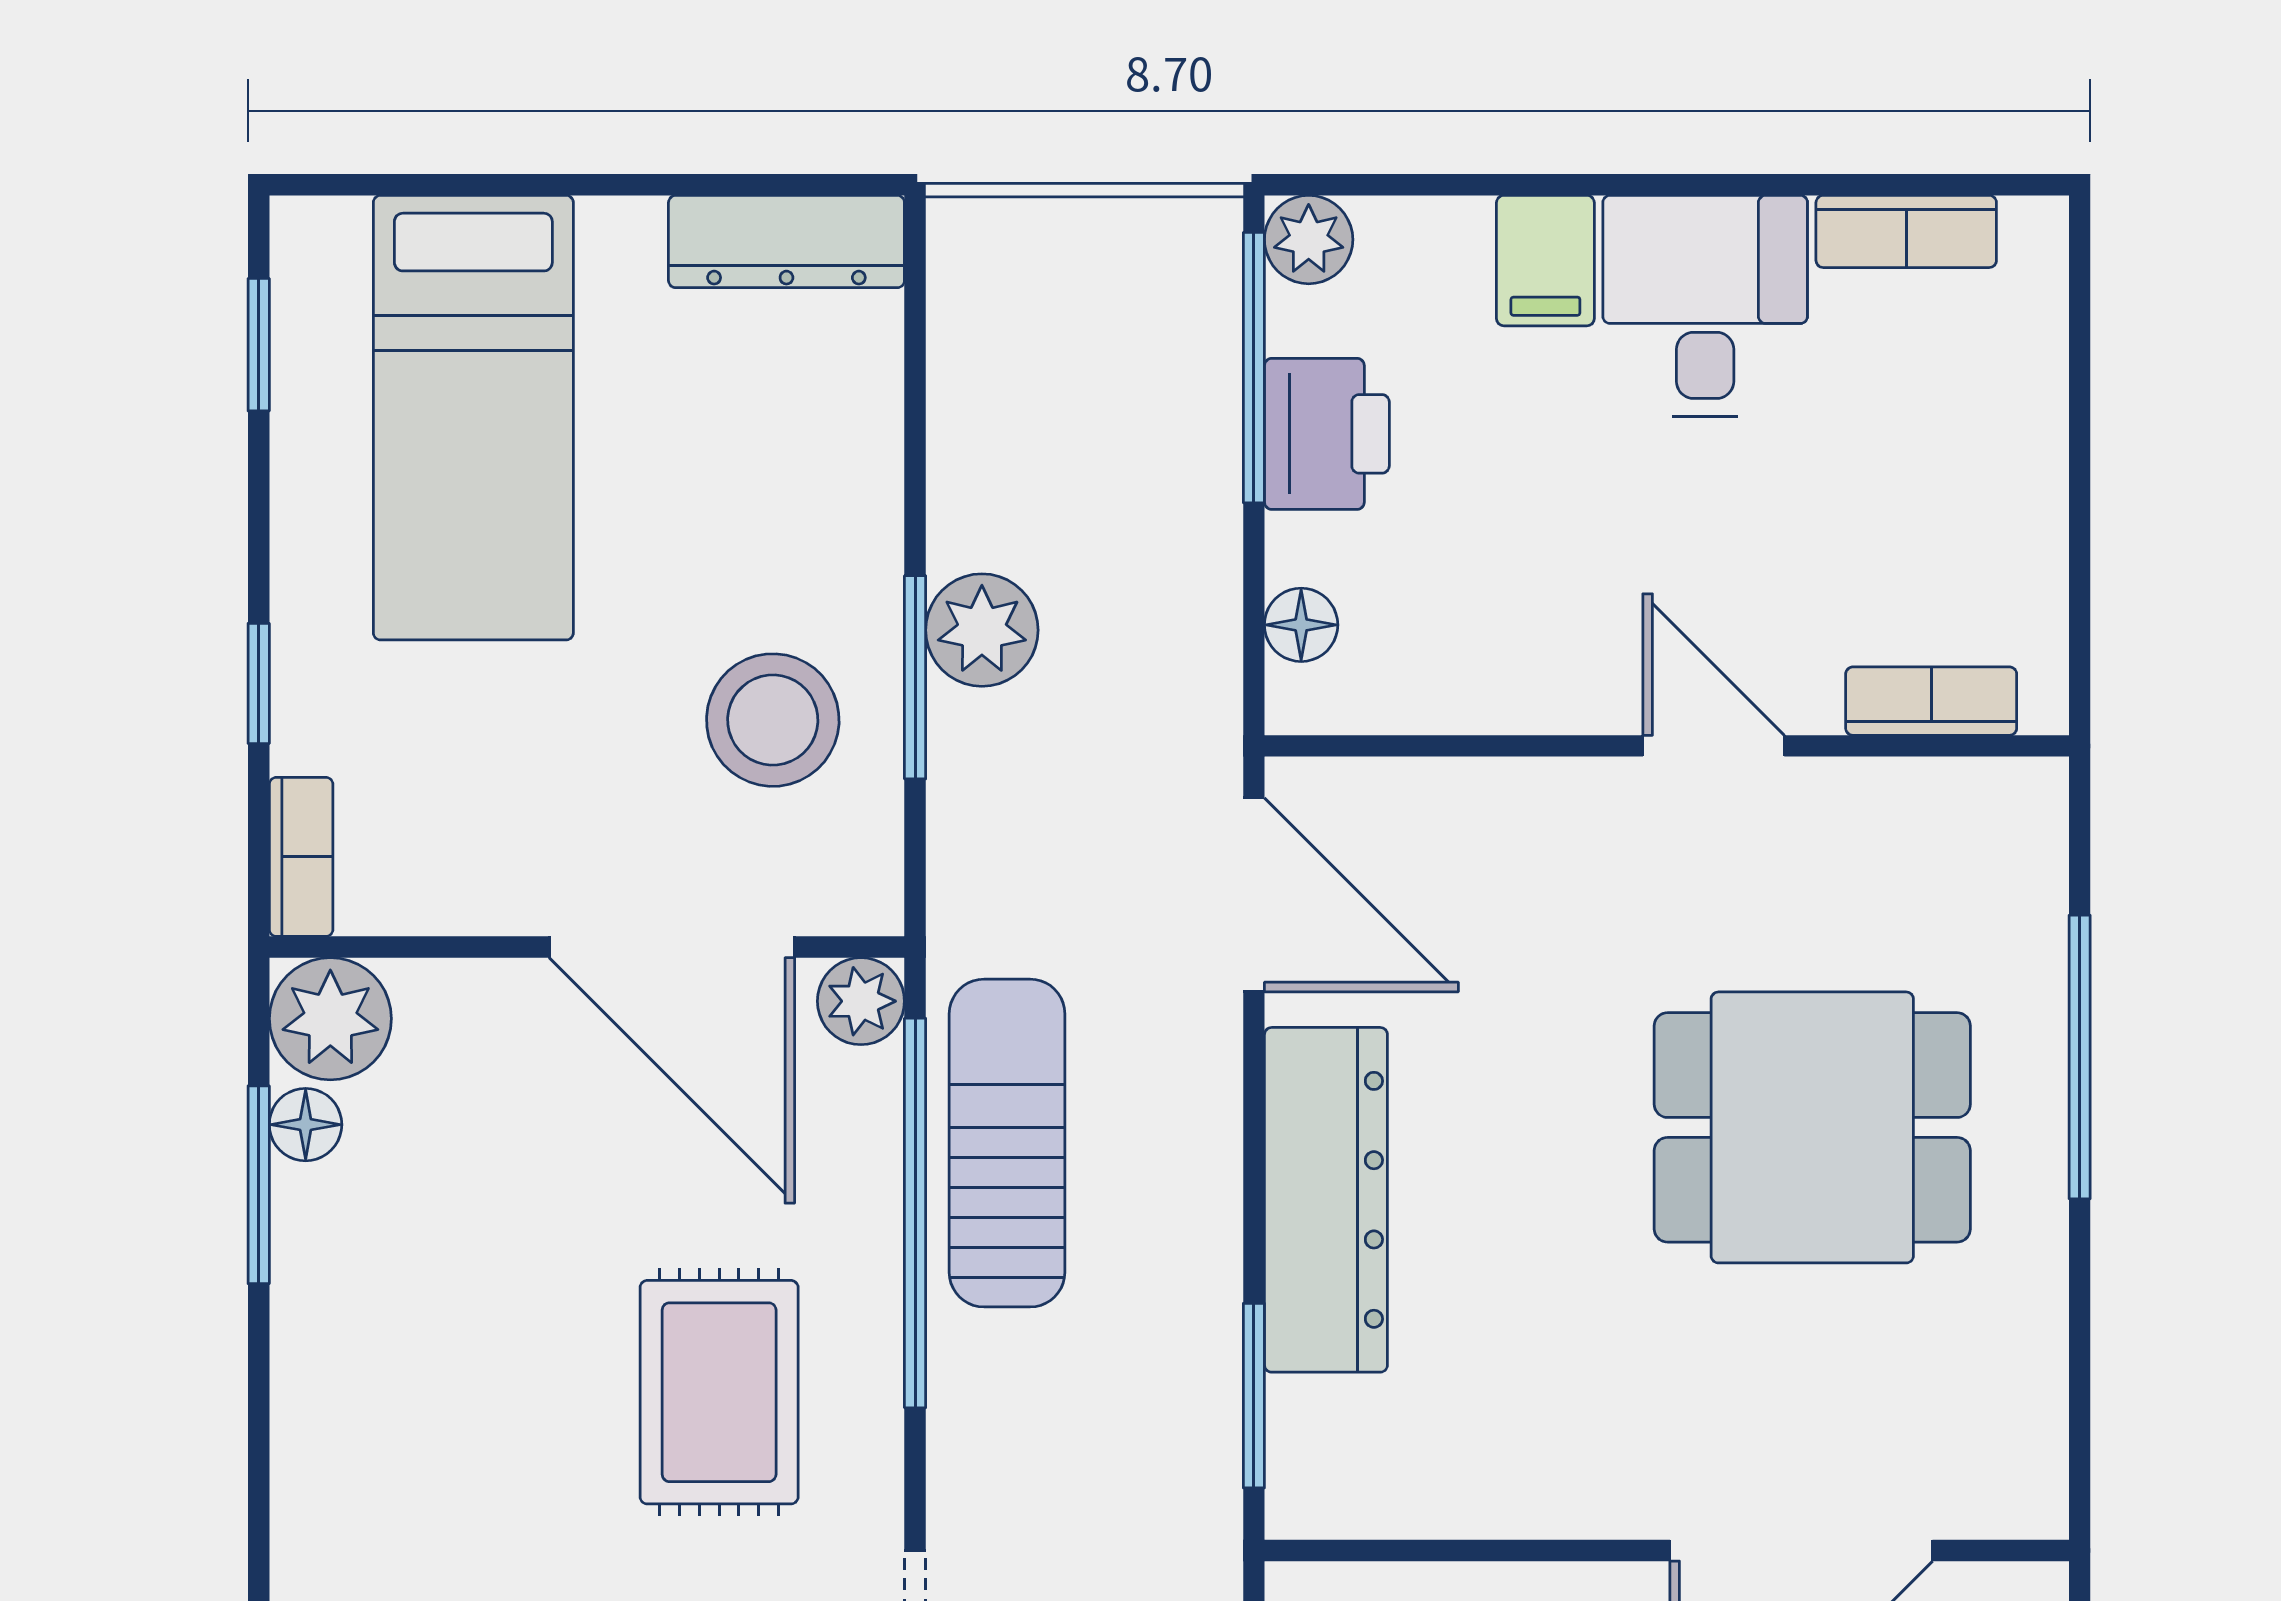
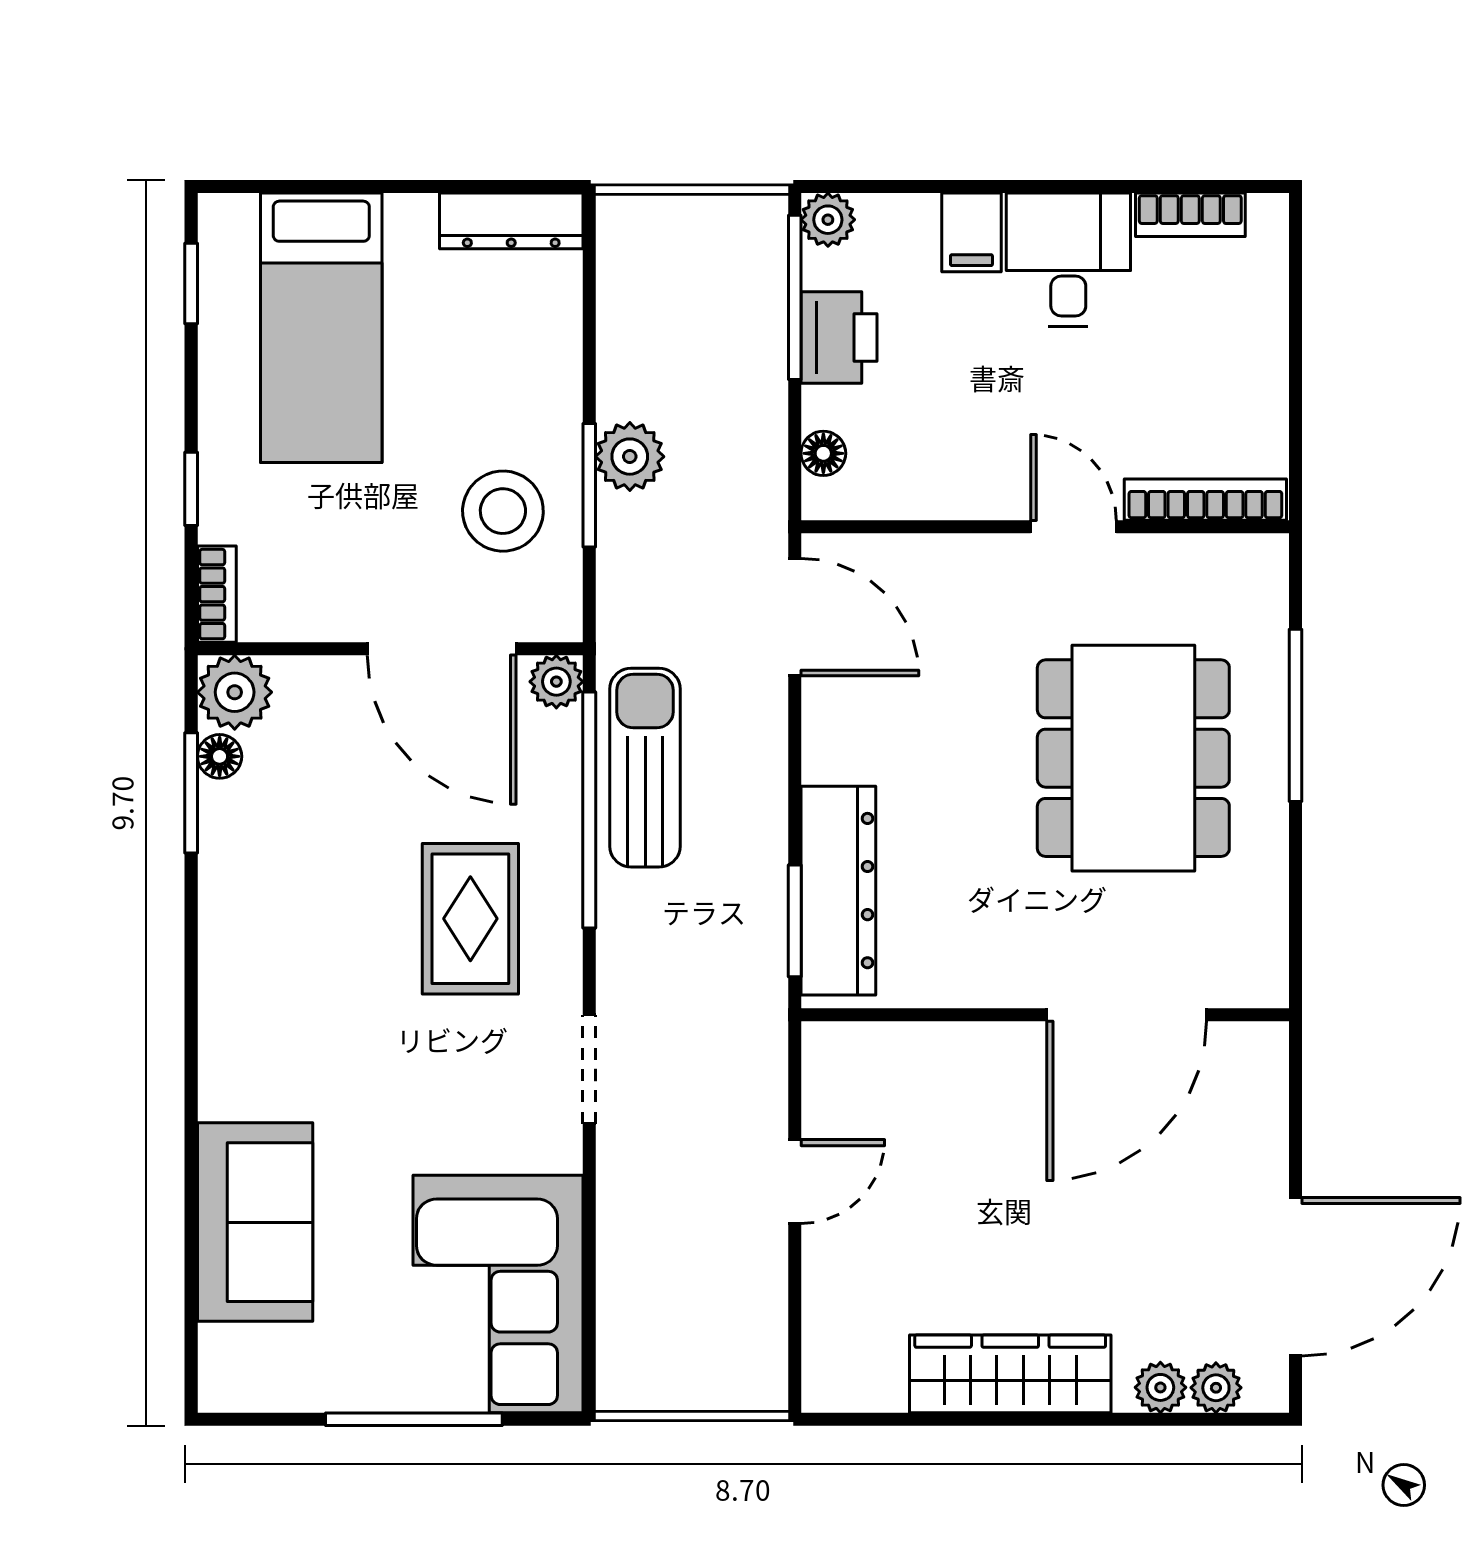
bookcase: (1931, 701) -> (1205, 500), width x1.56
dining table: (1812, 1127) -> (1133, 758), width x1.37
dresser: (1326, 1200) -> (838, 891), moved

